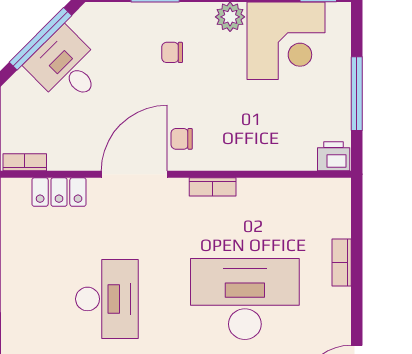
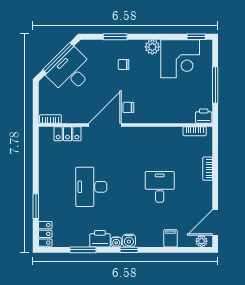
desk: (66, 67) -> (71, 72), width x1.37
bookcase: (213, 187) -> (195, 131), moved
desk: (107, 299) -> (91, 187), turned 180
desk: (245, 299) -> (160, 187), width x0.53, depth x0.77

